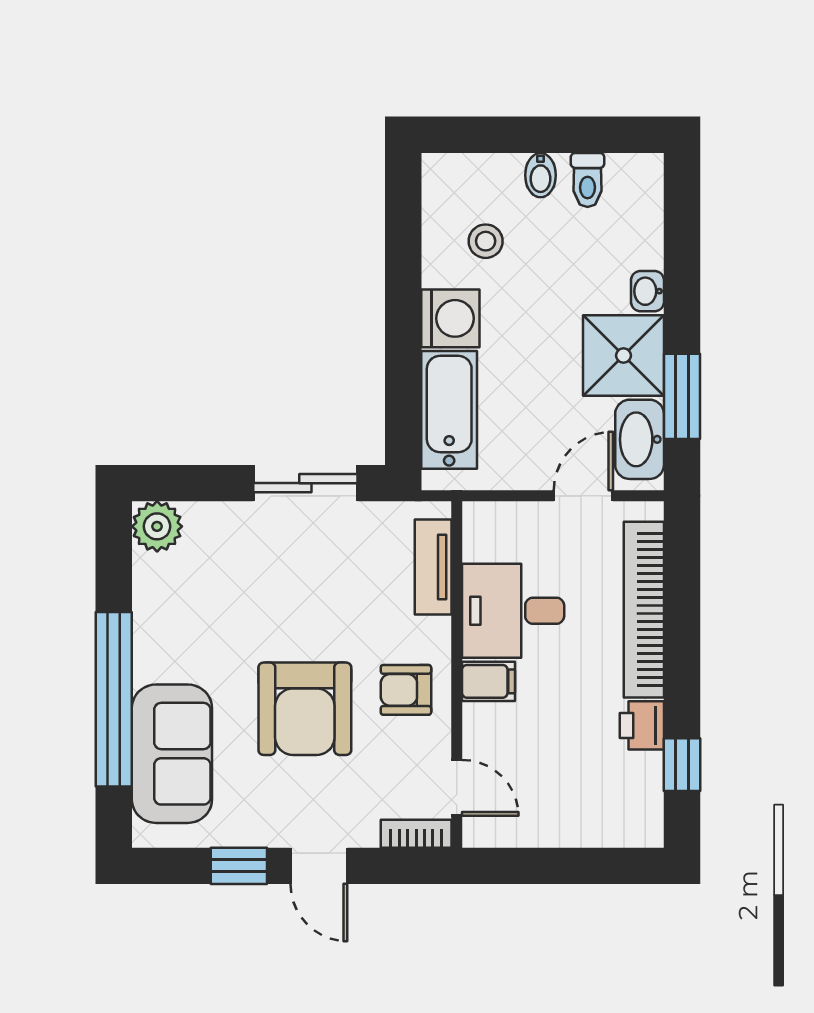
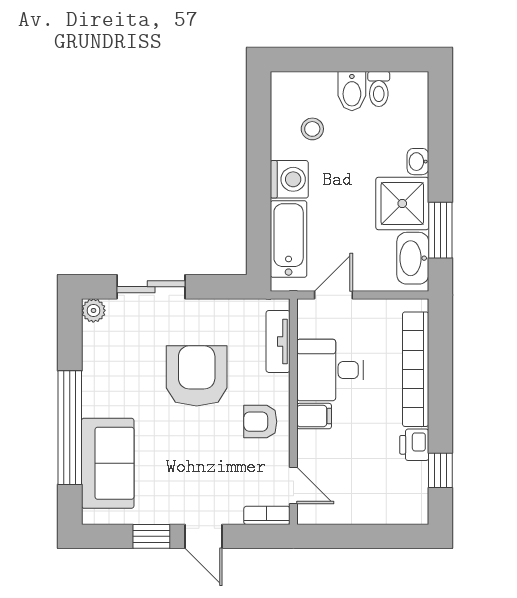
bidet: (541, 175) -> (352, 91), width x1.38, depth x1.36
sliding door: (305, 483) -> (151, 287), moved
door: (583, 496) -> (333, 295), moved
plant: (157, 526) -> (93, 310), width x0.73, depth x0.73
armchair: (305, 709) -> (197, 376), moved, turned 180

